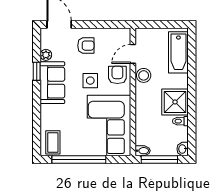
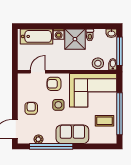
door: (133, 54) -> (38, 72), swing flipped
window: (37, 71) -> (51, 146), width x3.17
stool: (144, 75) -> (98, 63), moved
washing machine: (181, 81) -> (59, 34), added
sofa: (52, 83) -> (72, 134), moved
coffee table: (53, 142) -> (105, 121), moved

